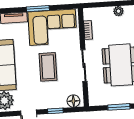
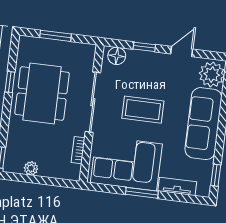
sliding door: (84, 66) -> (93, 102), width x1.37
coffee table: (48, 67) -> (143, 110), turned 90

